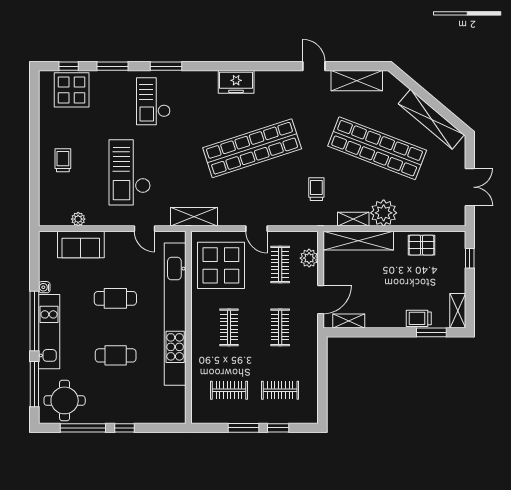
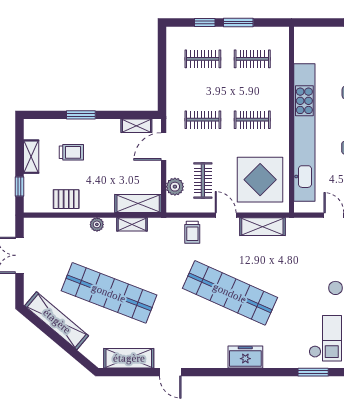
shop shelf: (252, 148) -> (230, 293), turned 42
trolley: (316, 189) -> (192, 232), moved
plant: (384, 213) -> (97, 224), width x0.53, depth x0.53
shelving: (194, 217) -> (262, 227), moved
shelving: (358, 241) -> (138, 204), width x0.68
shelving: (458, 311) -> (31, 157), moved
trolley: (419, 318) -> (71, 152), moved
clothes rail: (229, 327) -> (252, 120), turned 90
clothes rail: (280, 327) -> (203, 120), turned 90
window: (431, 332) -> (81, 115), moved

